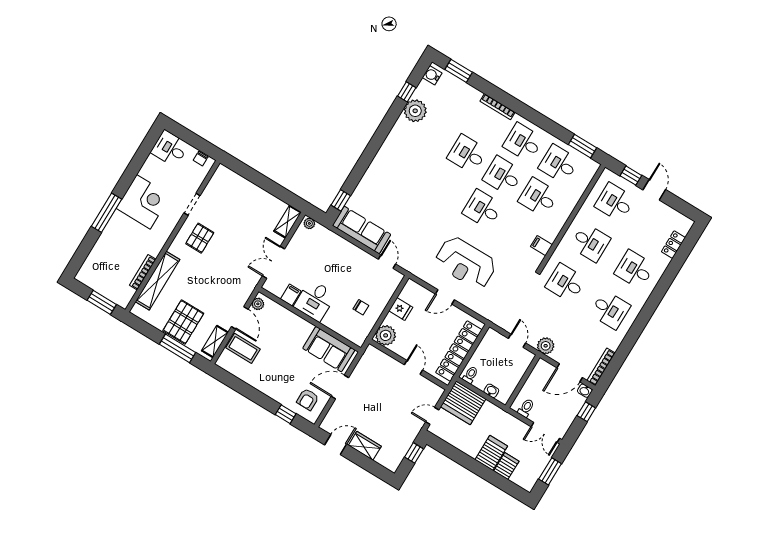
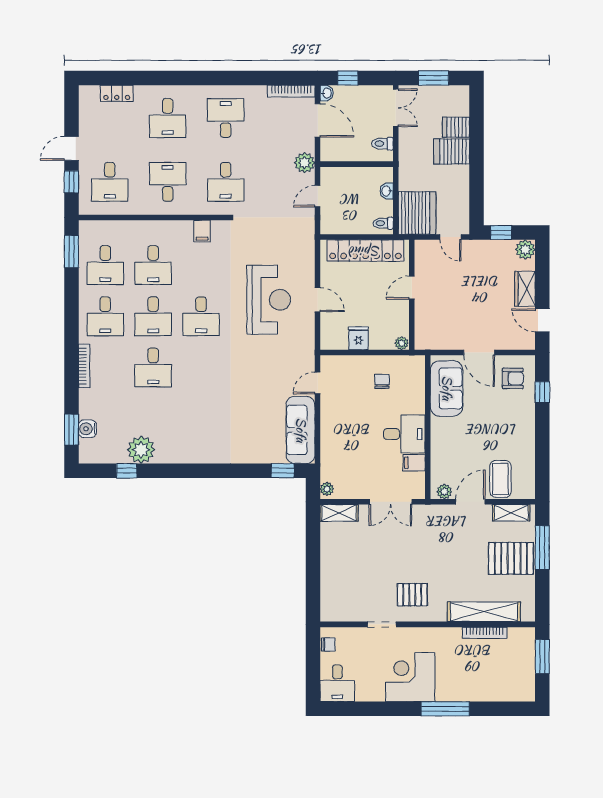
water cooler: (432, 75) -> (87, 429), moved, turned 90
plant: (386, 335) -> (402, 343), width x0.53, depth x0.53
plant: (392, 463) -> (525, 250), added

